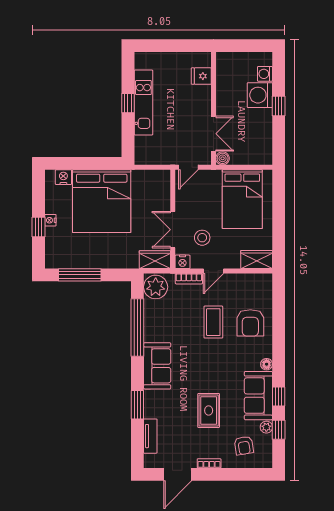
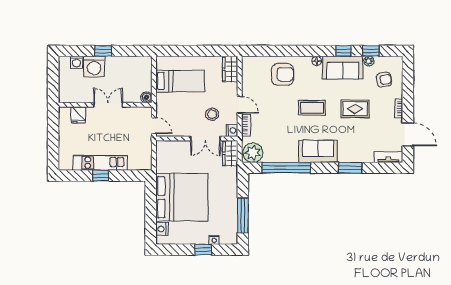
double door: (214, 134) -> (108, 105), moved
bed: (242, 199) -> (180, 81), width x0.67
nightstand: (50, 220) -> (214, 240), moved
coffee table: (213, 322) -> (312, 108), moved
tv unit: (150, 436) -> (388, 157), moved

